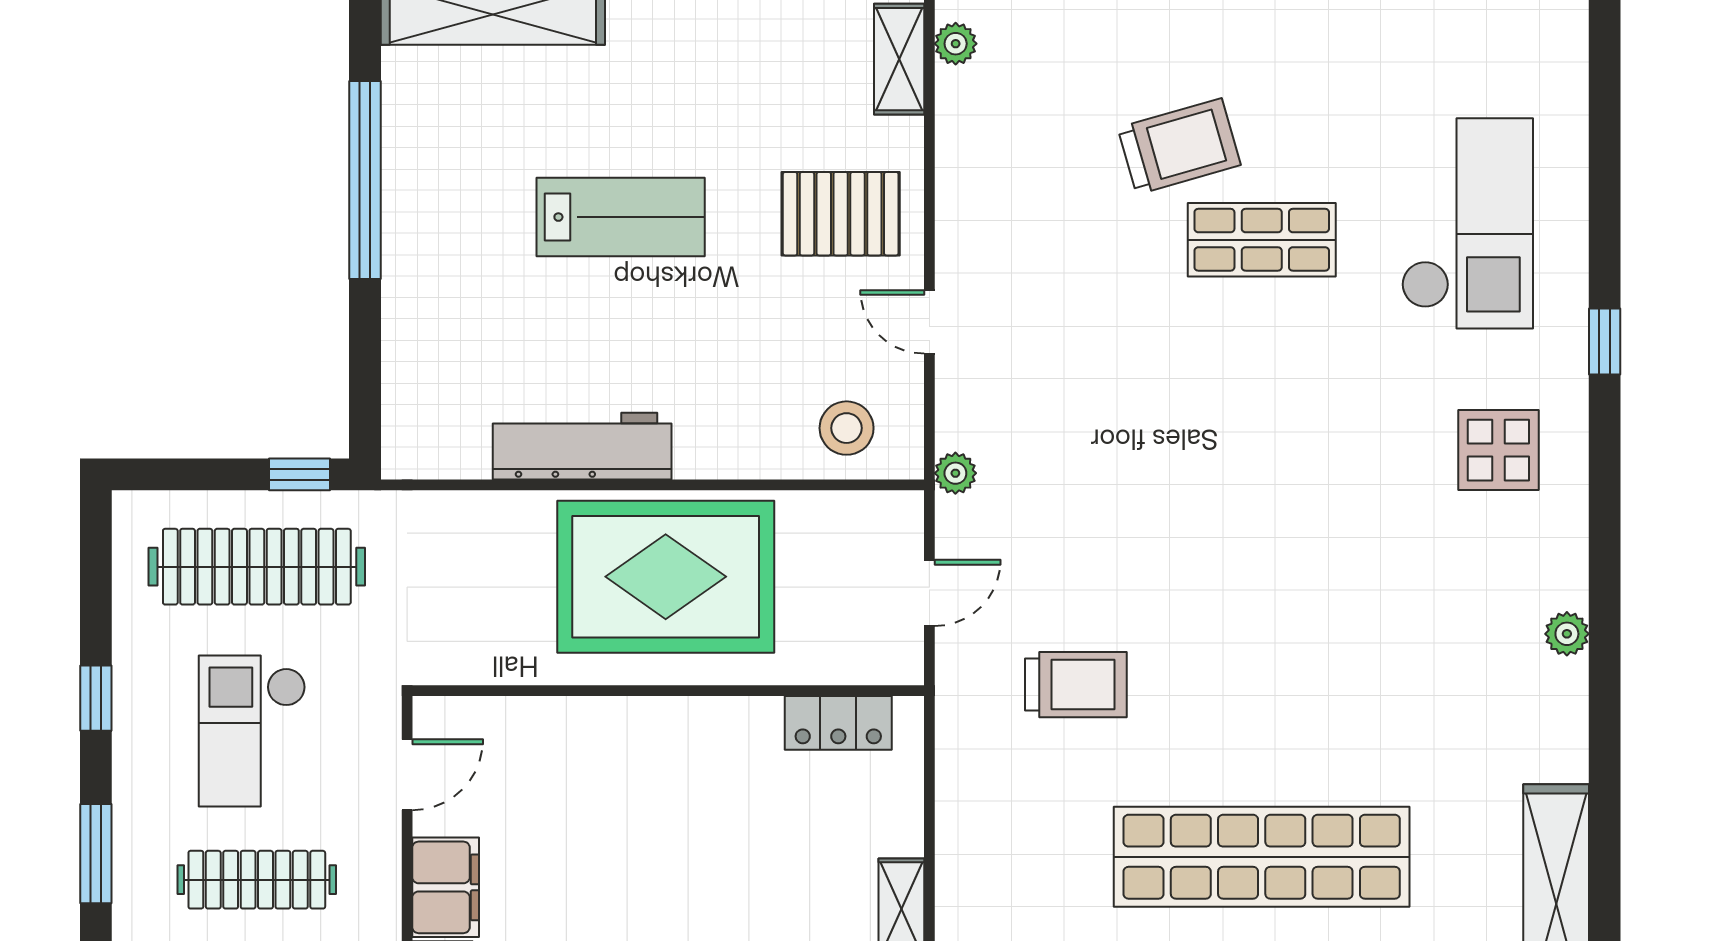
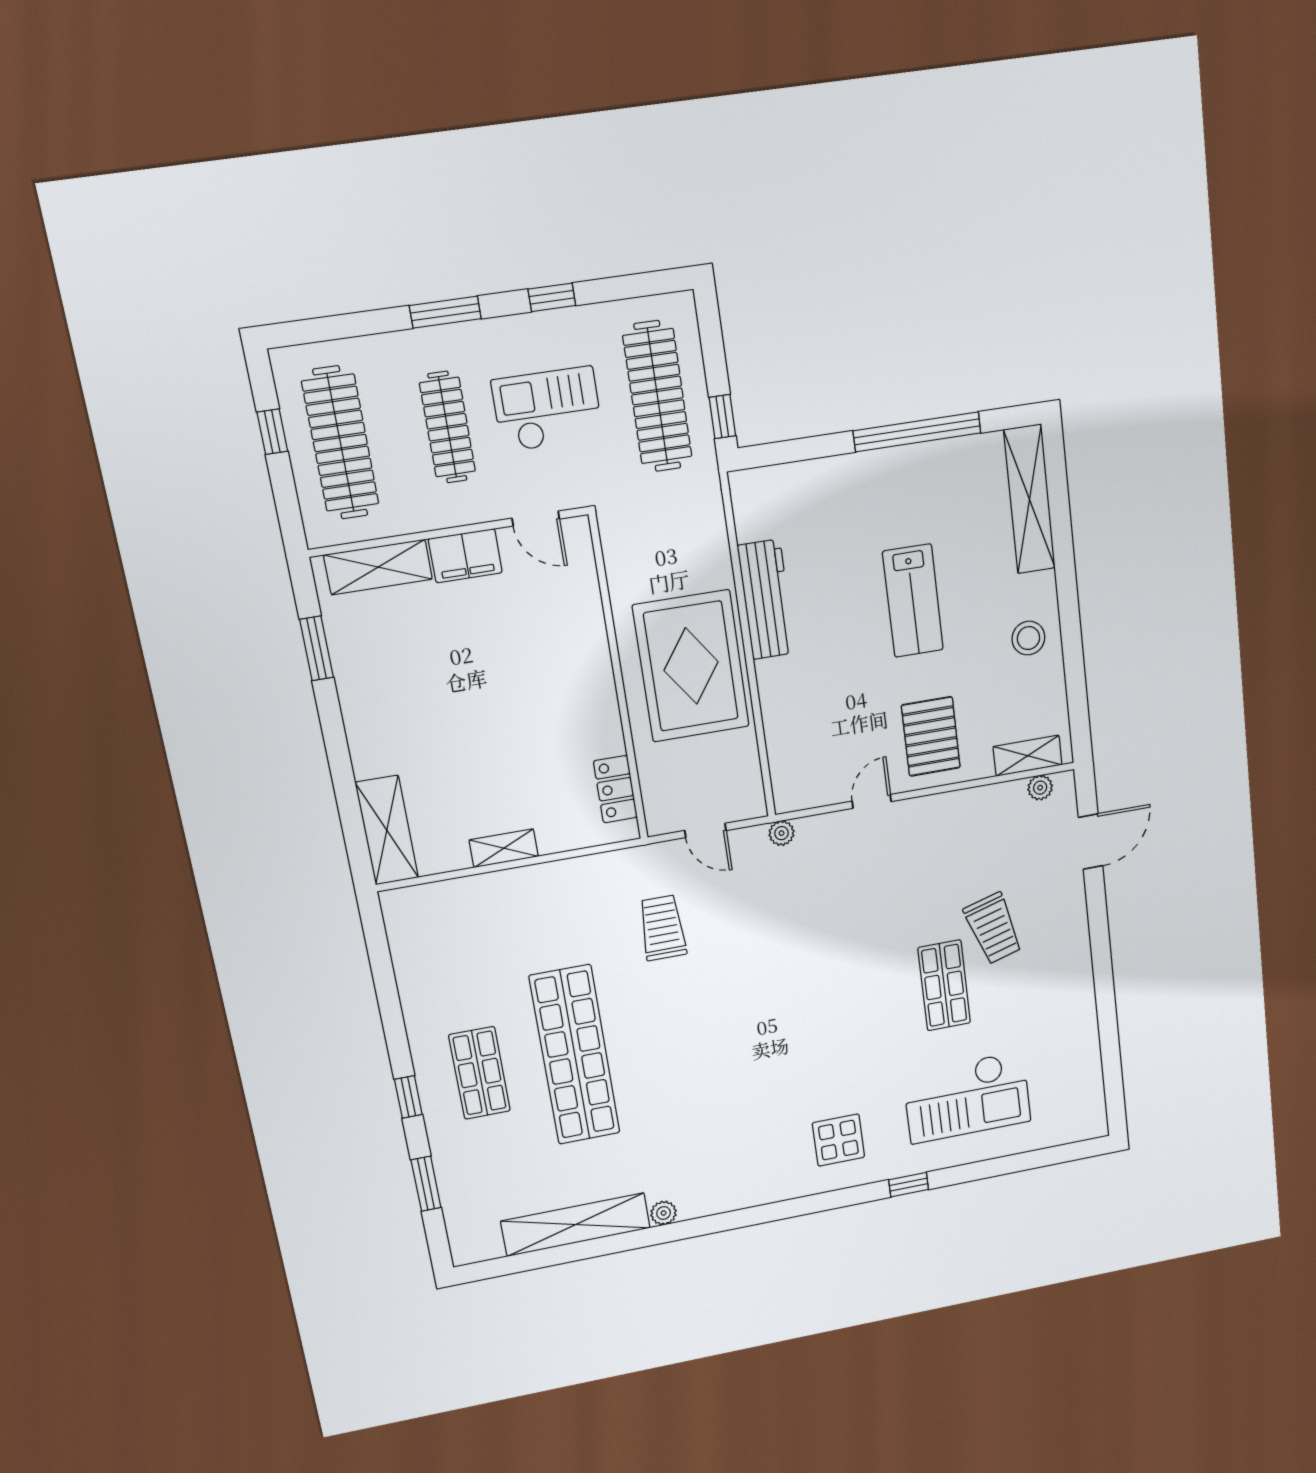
stool: (847, 428) -> (1028, 638), moved
plant: (1567, 634) -> (664, 1213), moved
trolley: (1076, 685) -> (662, 928), turned 180

